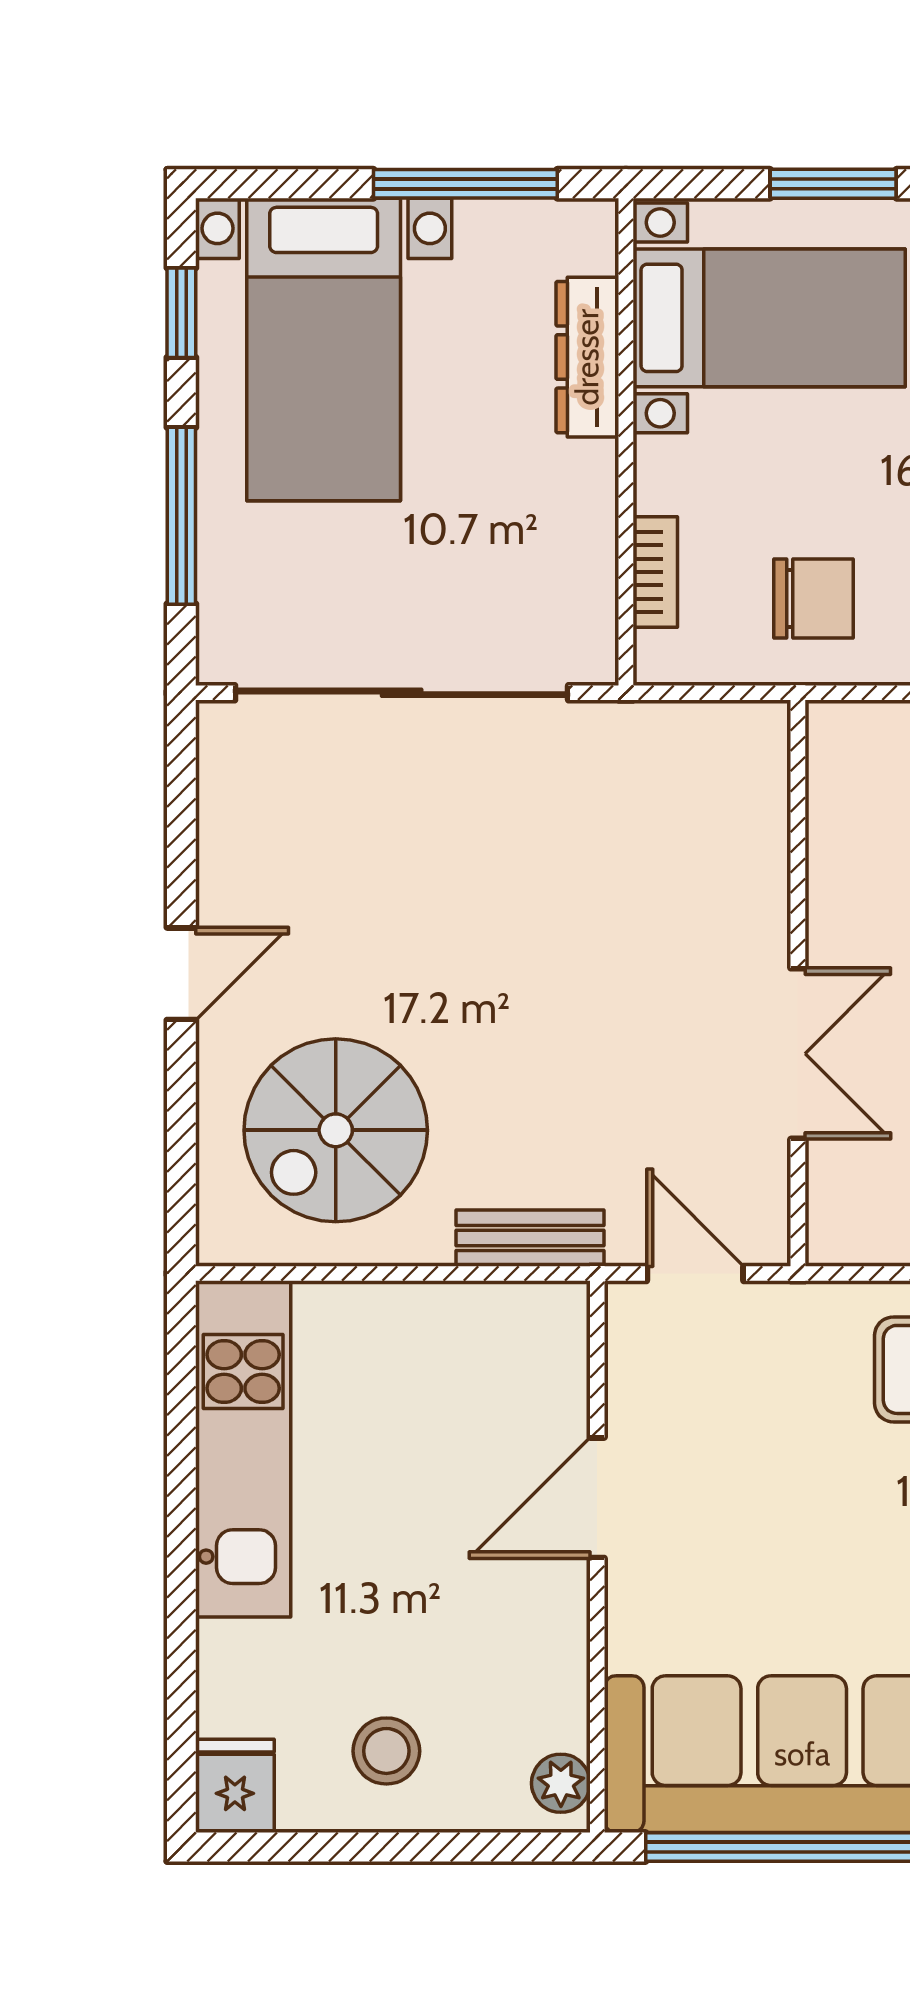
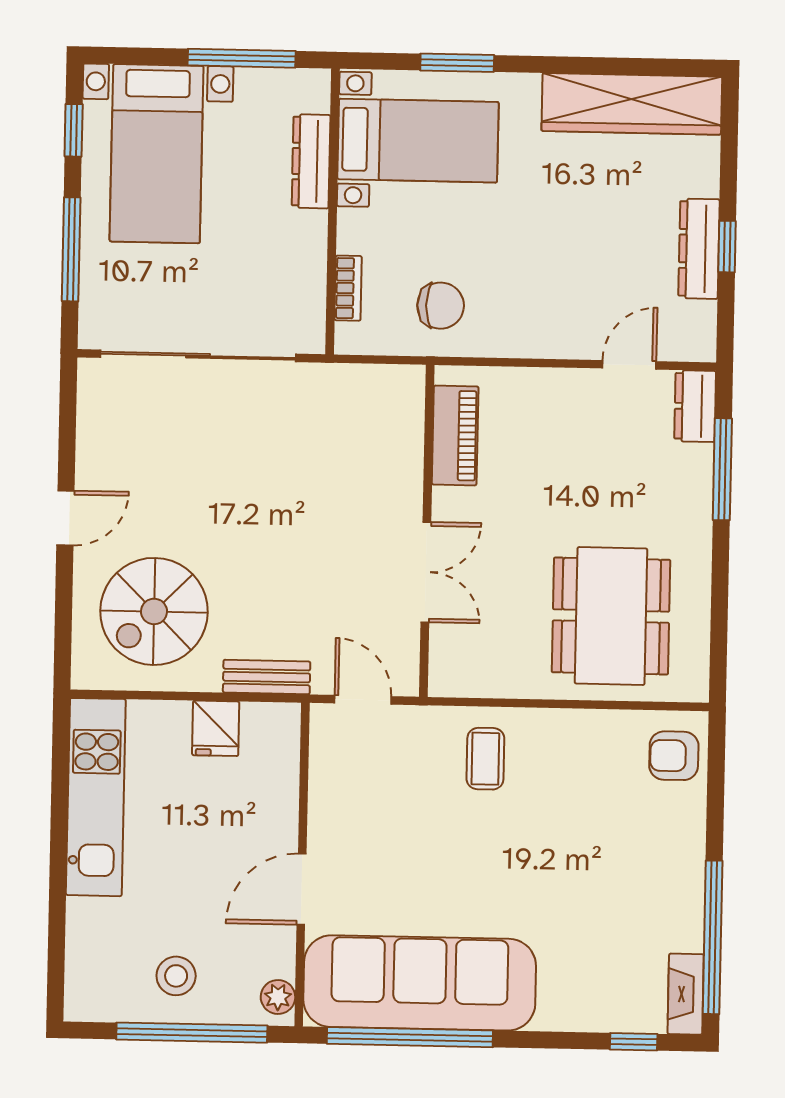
piano: (843, 819) -> (455, 436), added
door: (597, 1498) -> (302, 889), moved
fridge: (235, 1786) -> (216, 728), moved, turned 180
window: (415, 1847) -> (192, 1033), added

